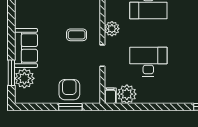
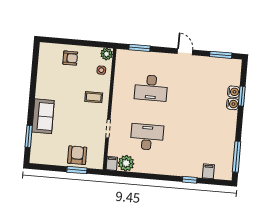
plant: (112, 29) -> (118, 106), removed
coffee table: (77, 35) -> (94, 97), moved
plant: (24, 78) -> (40, 142), removed

